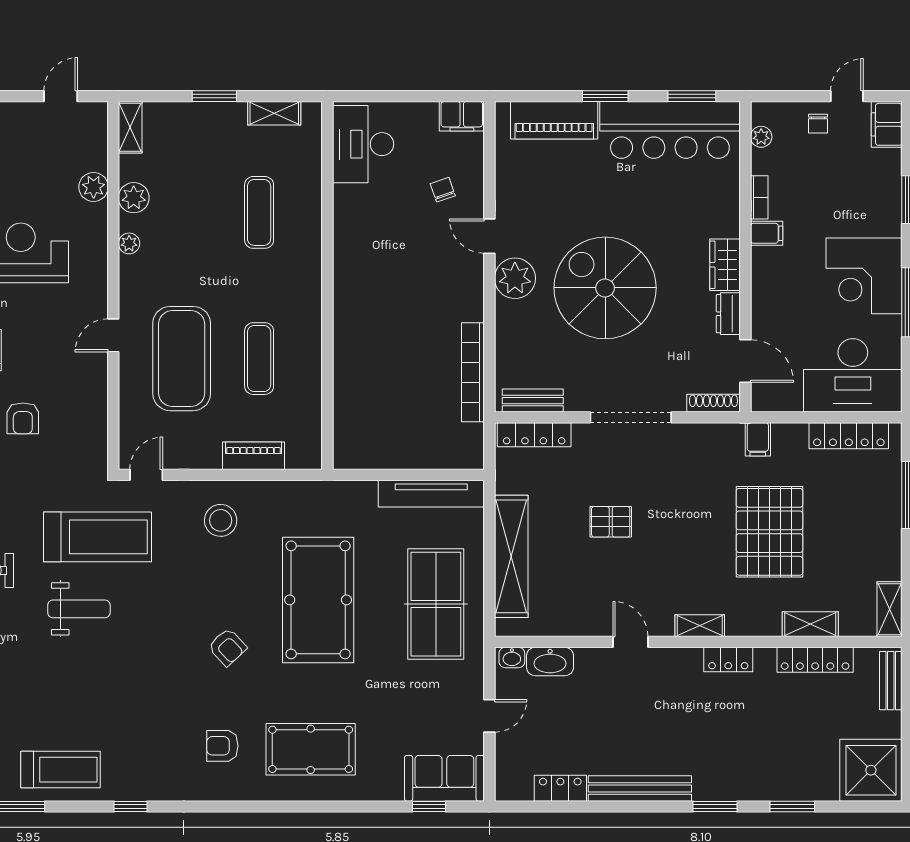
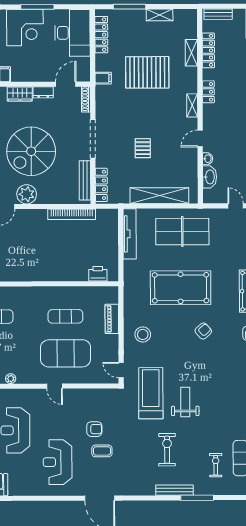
bench: (533, 401) -> (85, 180), width x1.36
printer: (348, 427) -> (98, 274), added
shelving: (890, 609) -> (160, 15), moved
washbasin: (512, 657) -> (208, 159), moved

